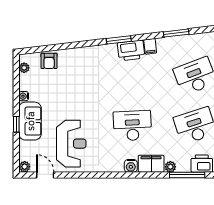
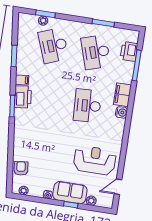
armchair: (49, 61) -> (21, 168), turned -97
plant: (25, 167) -> (91, 201), moved
plant: (170, 167) -> (128, 79), removed

